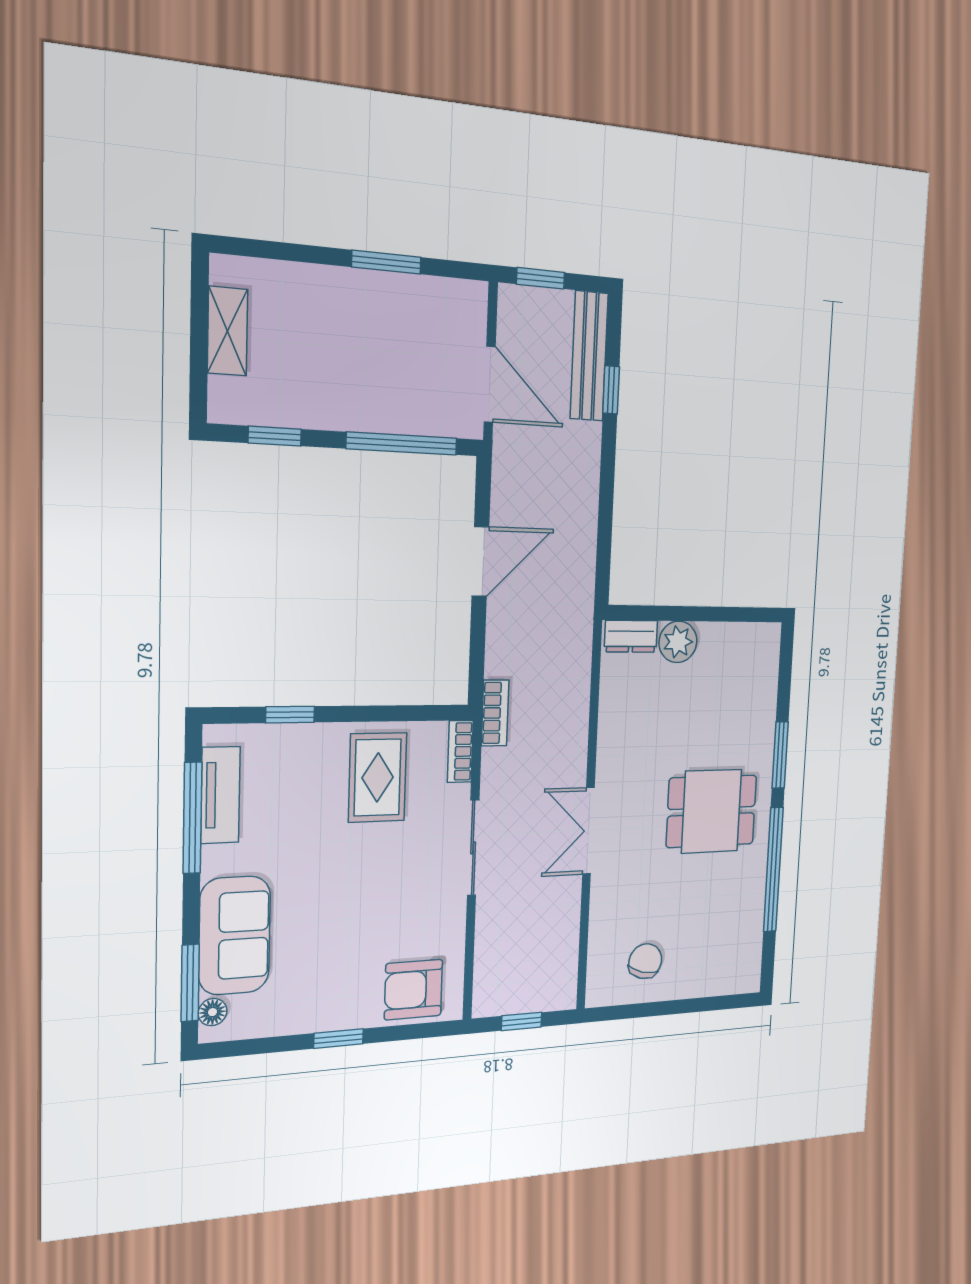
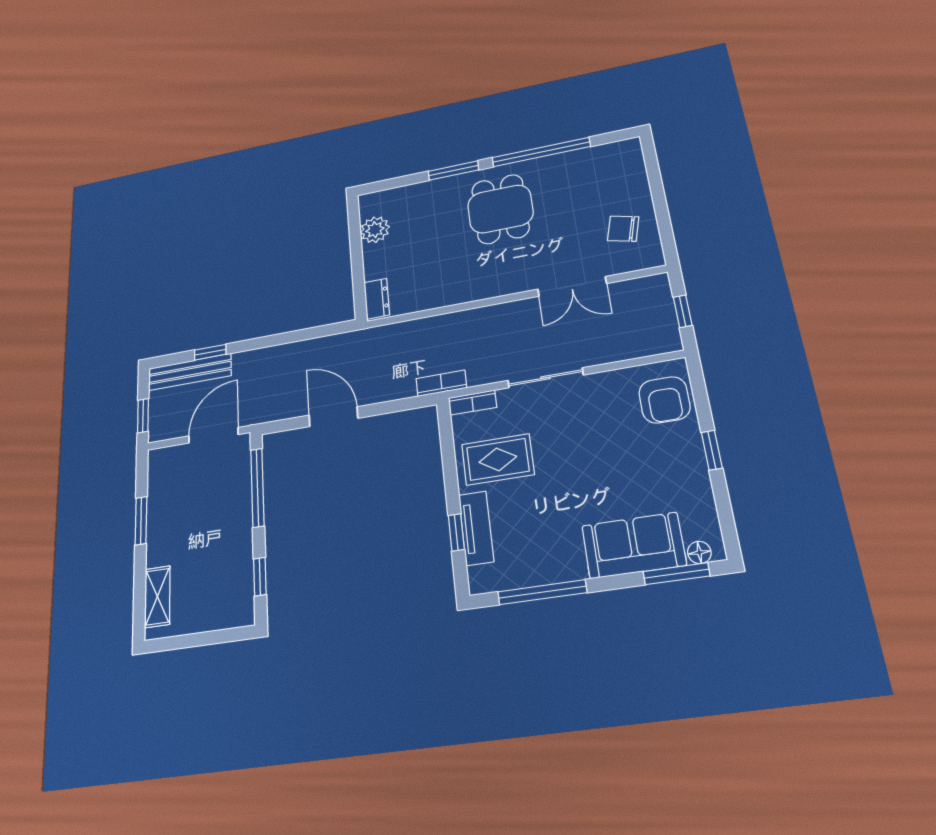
shelving: (228, 331) -> (157, 597), moved, turned 90
plant: (678, 642) -> (375, 230), moved
tv unit: (220, 795) -> (476, 528), moved, turned 90
double door: (588, 831) -> (572, 286), moved

